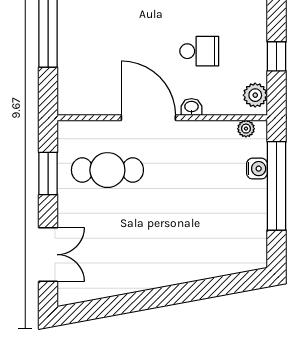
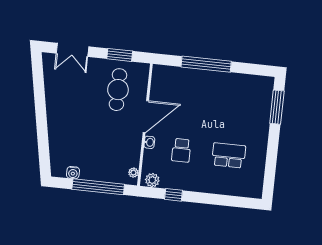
water cooler: (257, 169) -> (73, 173), moved

